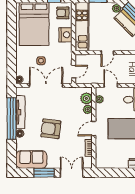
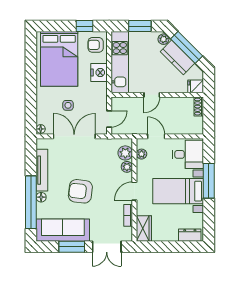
window: (12, 119) -> (31, 202), moved
wardrobe: (101, 158) -> (144, 229), added
sofa: (31, 160) -> (63, 230), width x1.36
double door: (72, 173) -> (107, 247), swing flipped

